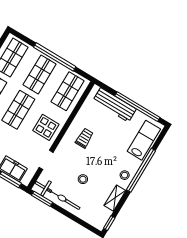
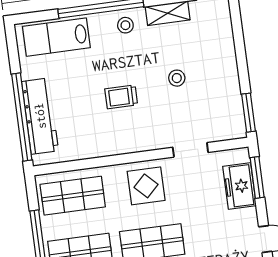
window: (137, 107) -> (22, 117), moved
trolley: (84, 138) -> (121, 97), moved
bicycle: (58, 195) -> (227, 95), removed

